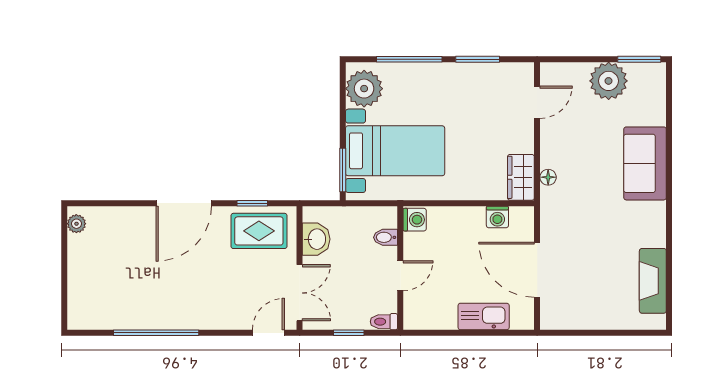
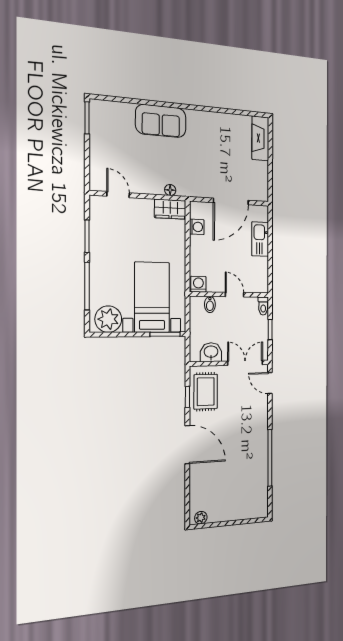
plant: (609, 81) -> (103, 142), removed
fireplace: (653, 281) -> (260, 138), moved, turned 90

